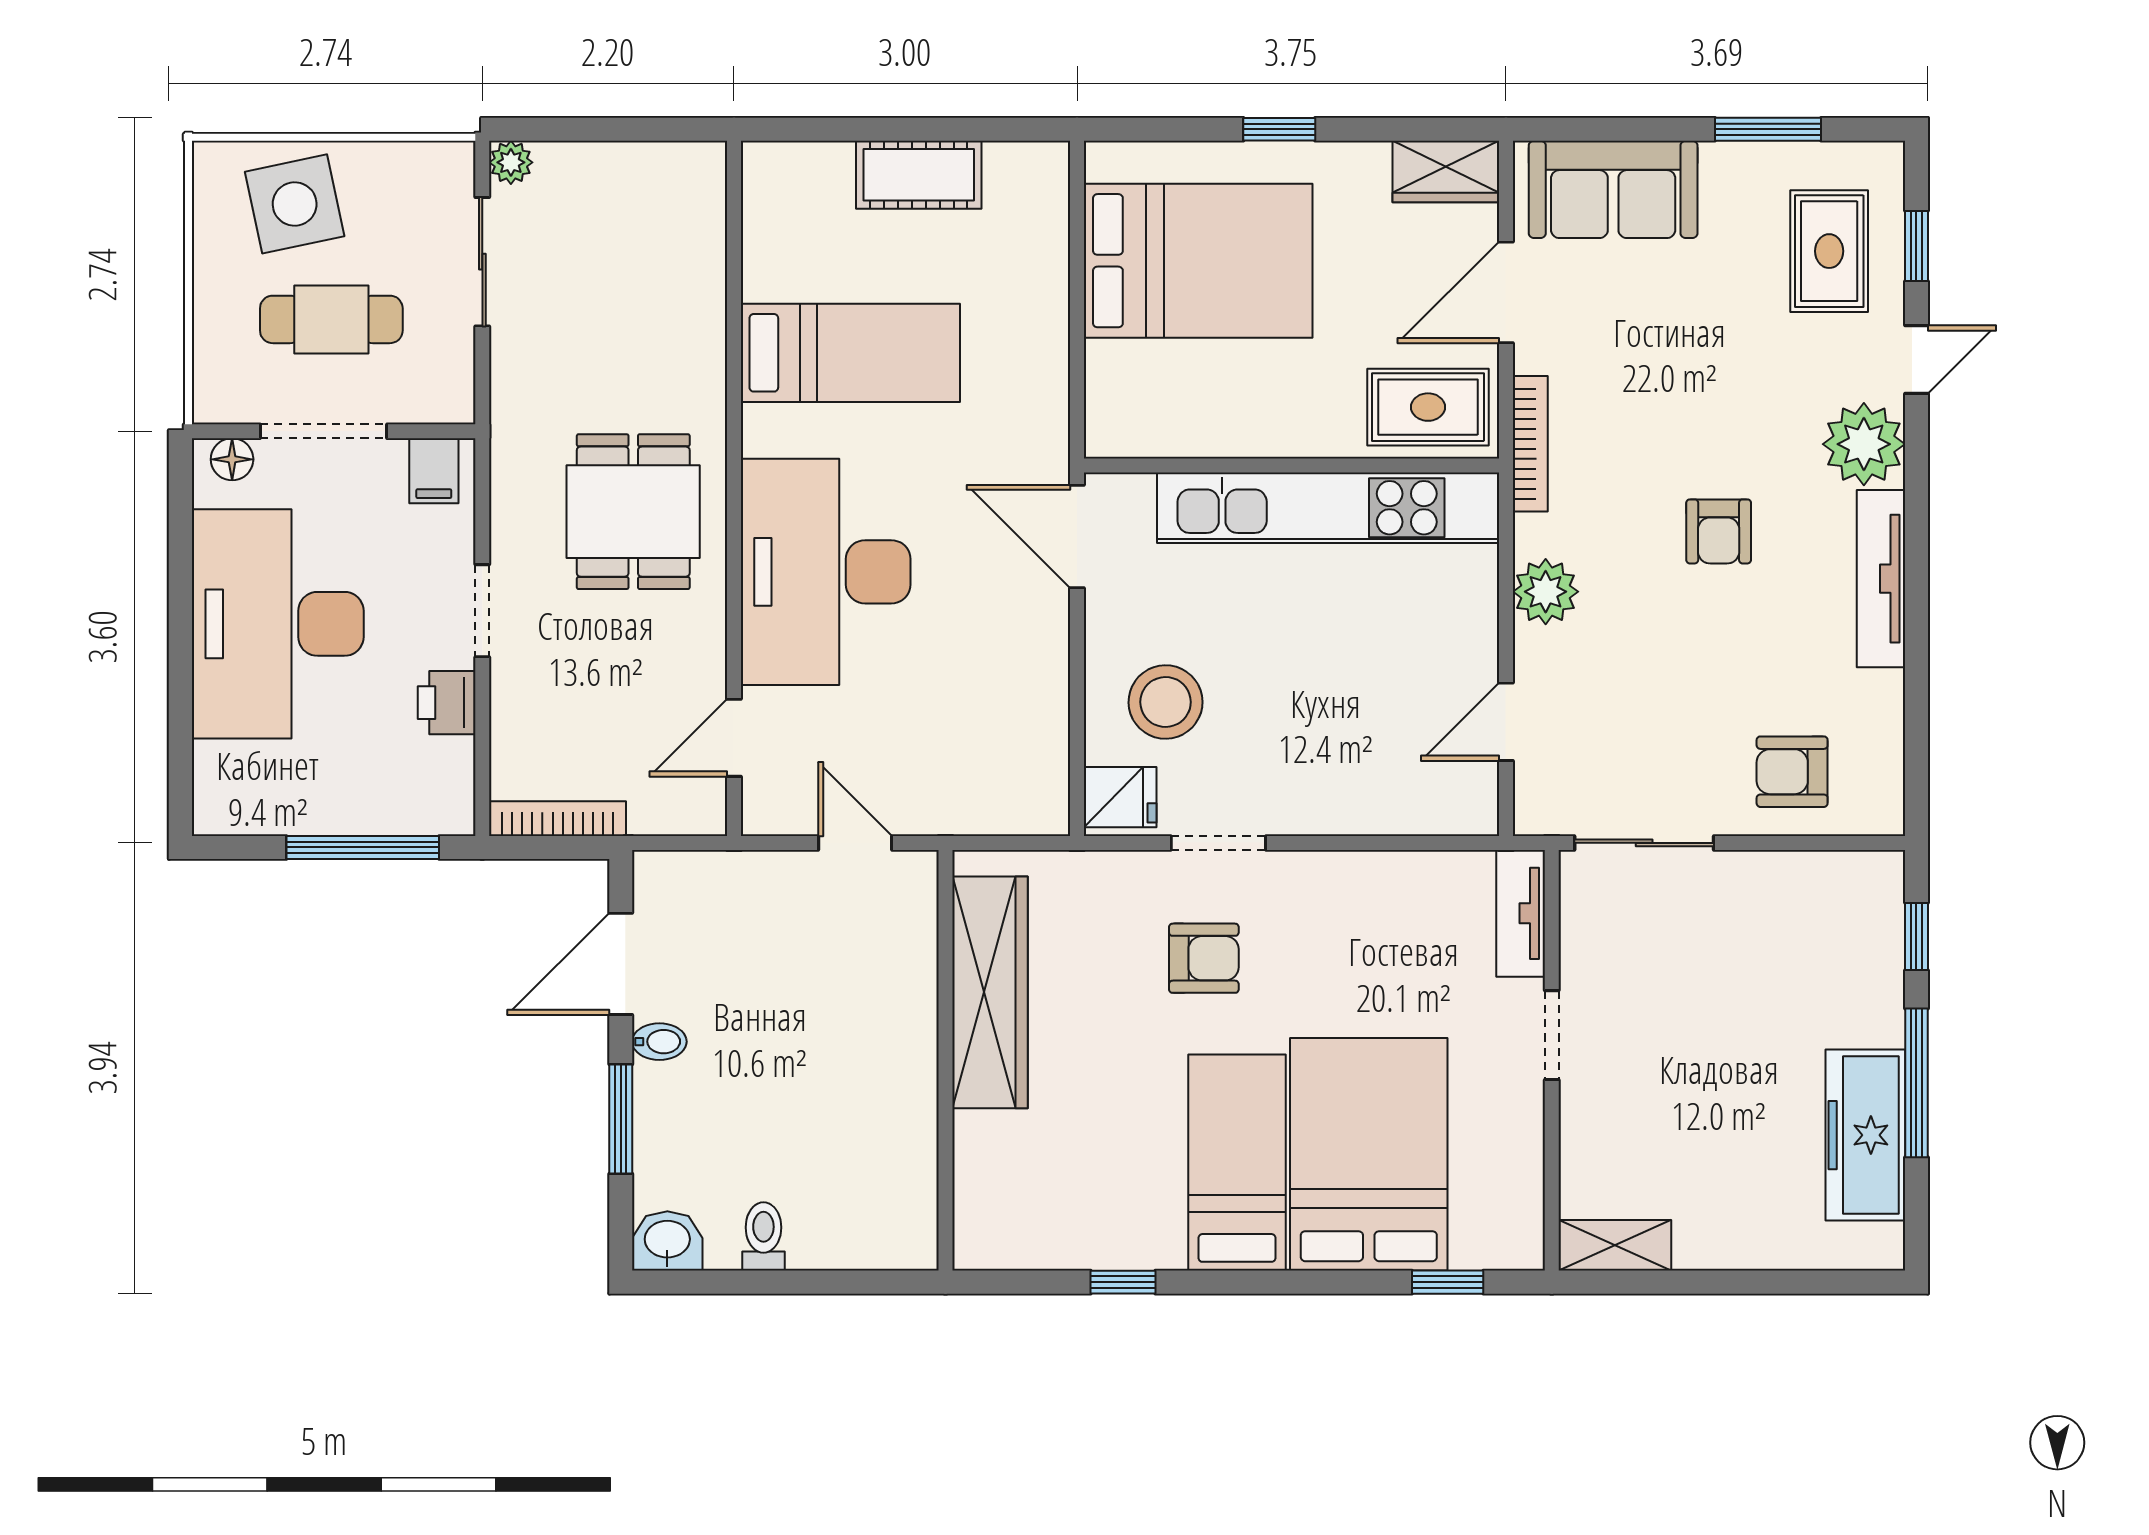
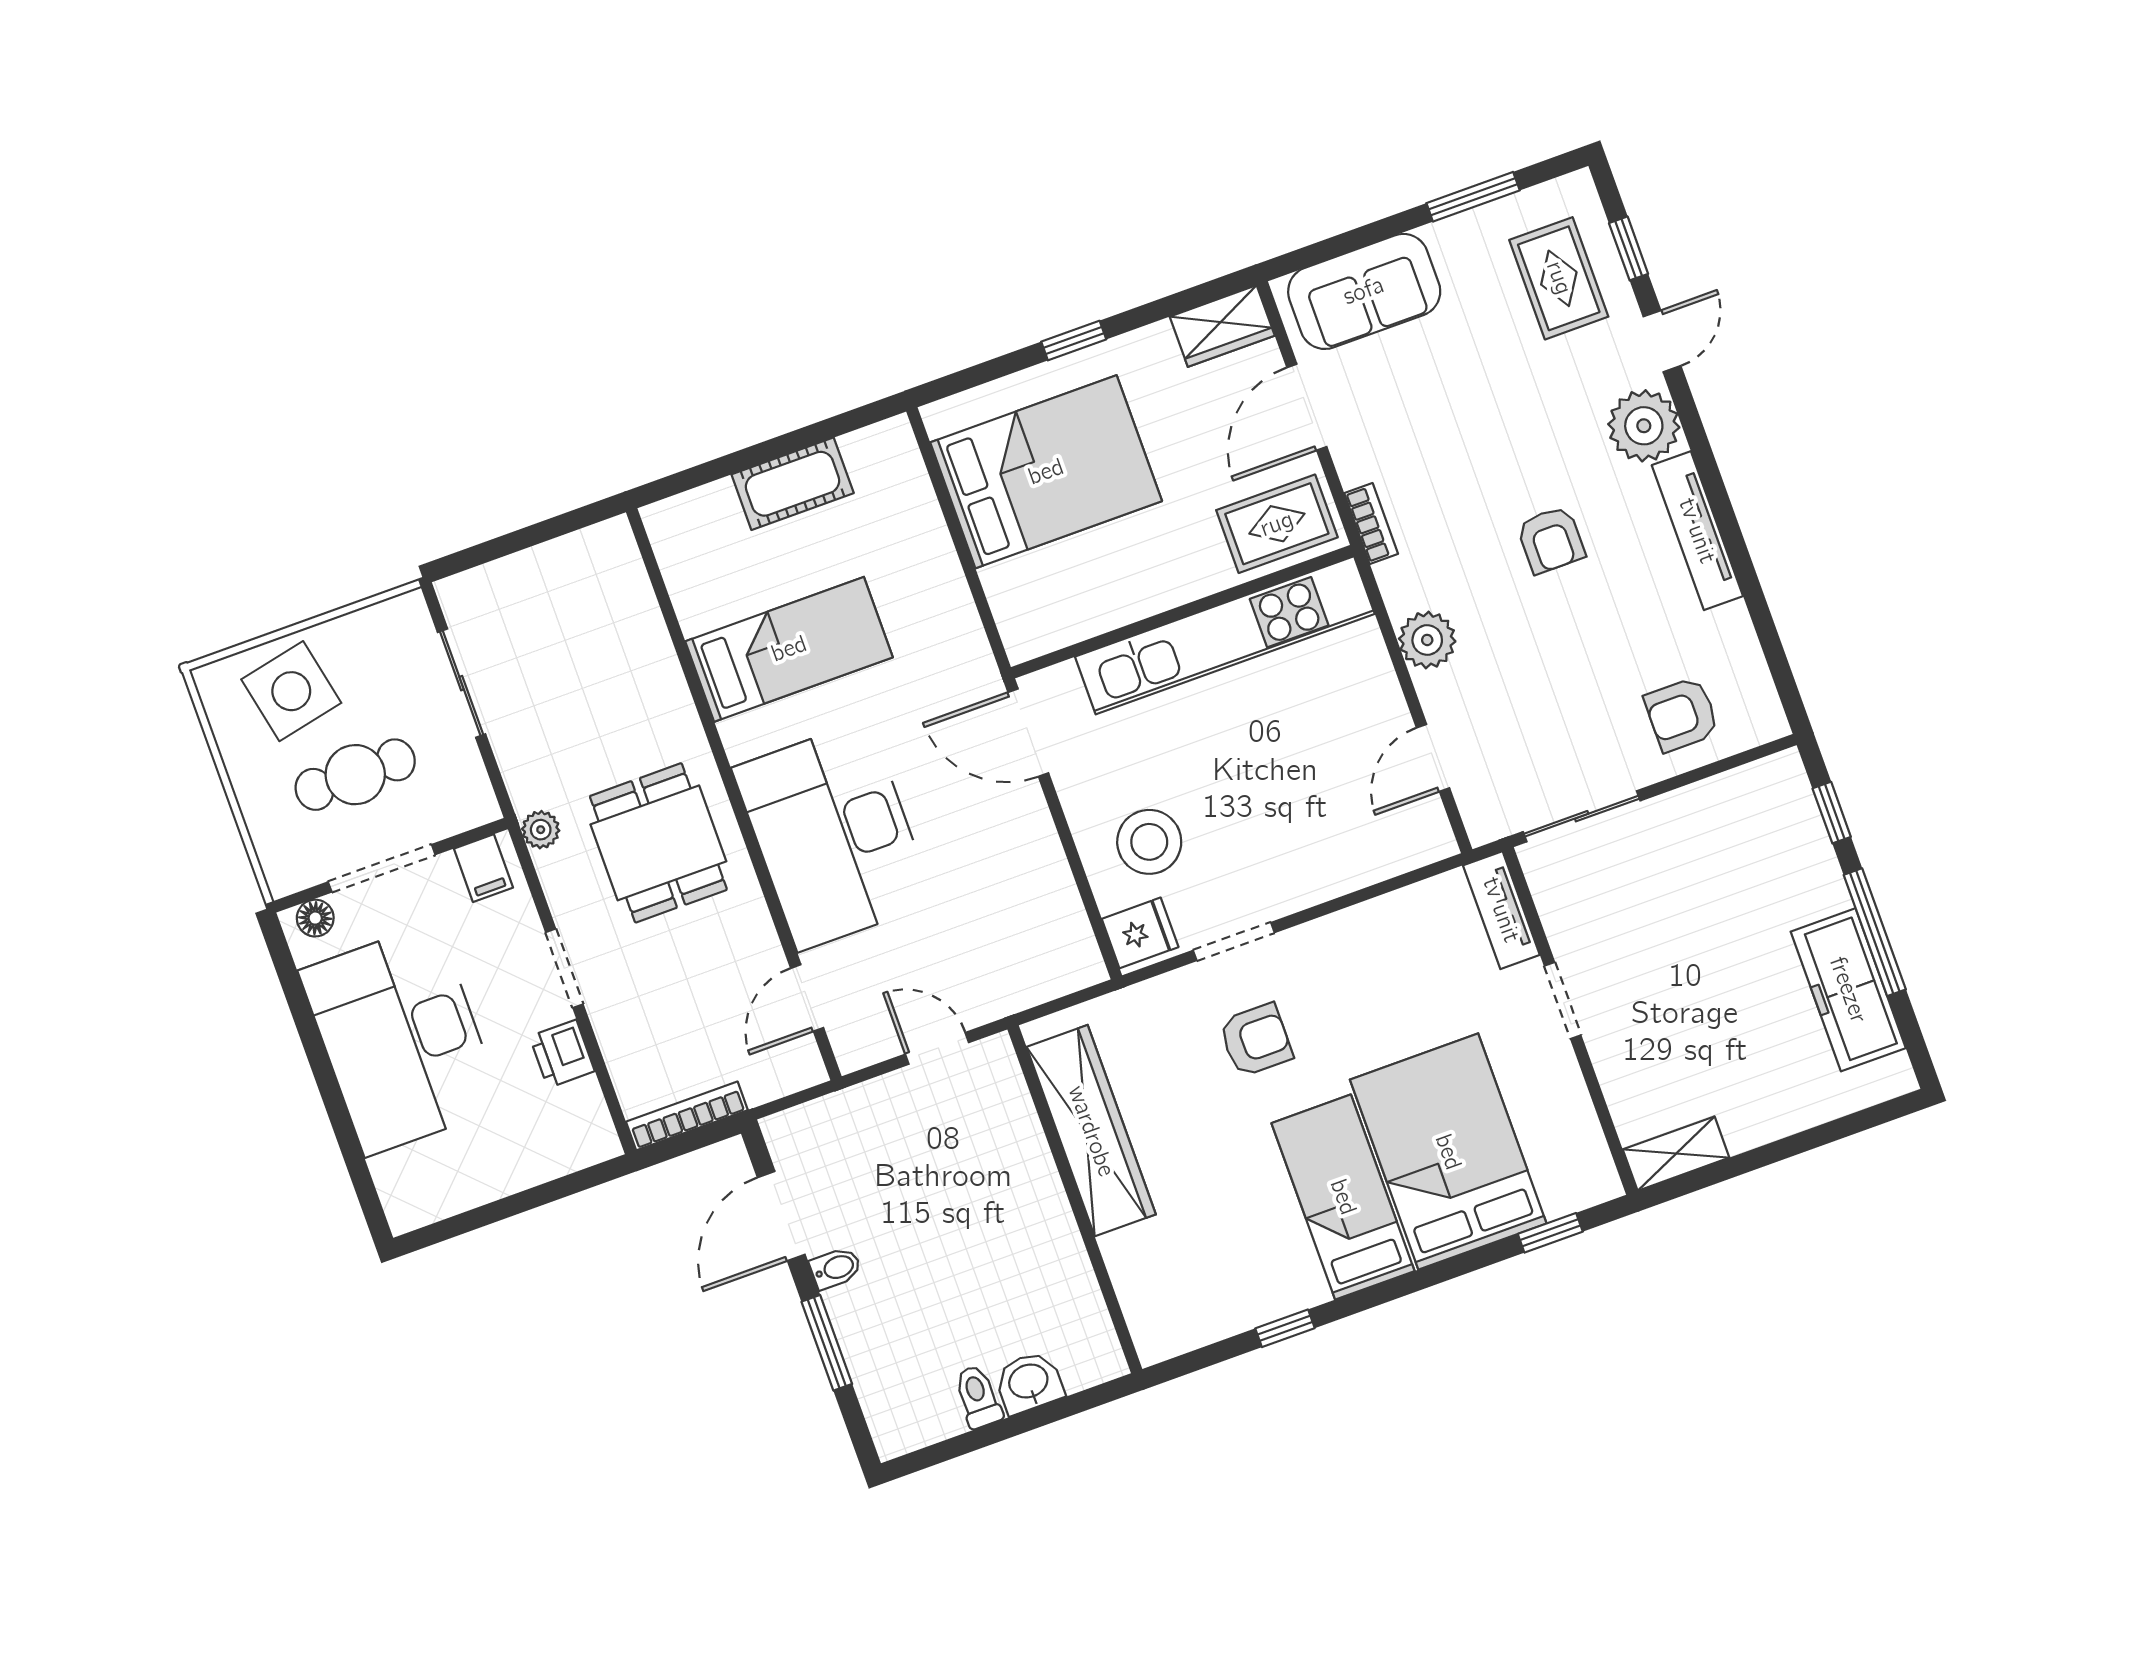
plant: (511, 162) -> (541, 830), moved
bookcase: (1530, 444) -> (1371, 524), width x0.64
window: (363, 847) -> (536, 1197), removed
washbasin: (667, 1241) -> (1029, 1383), moved

